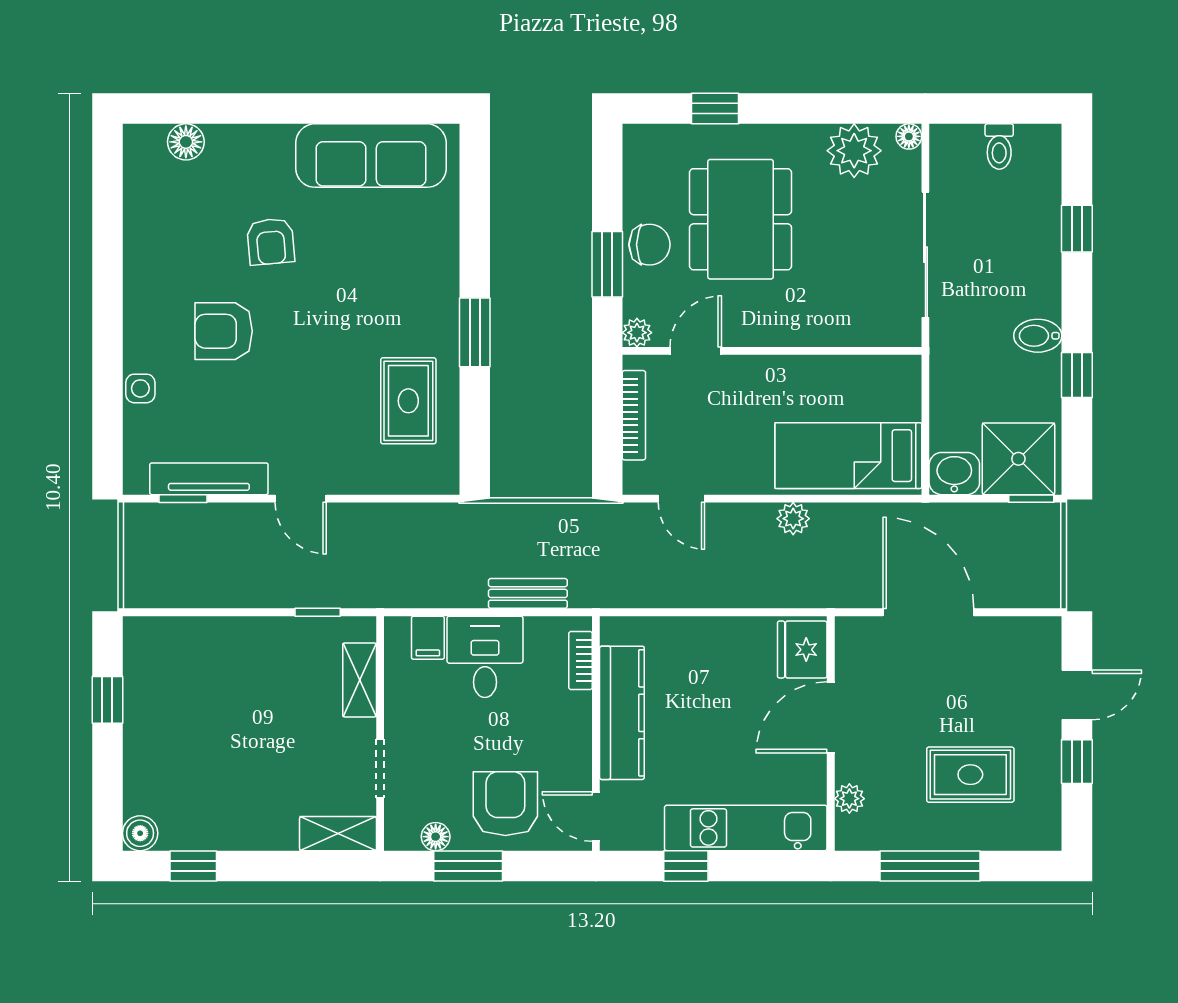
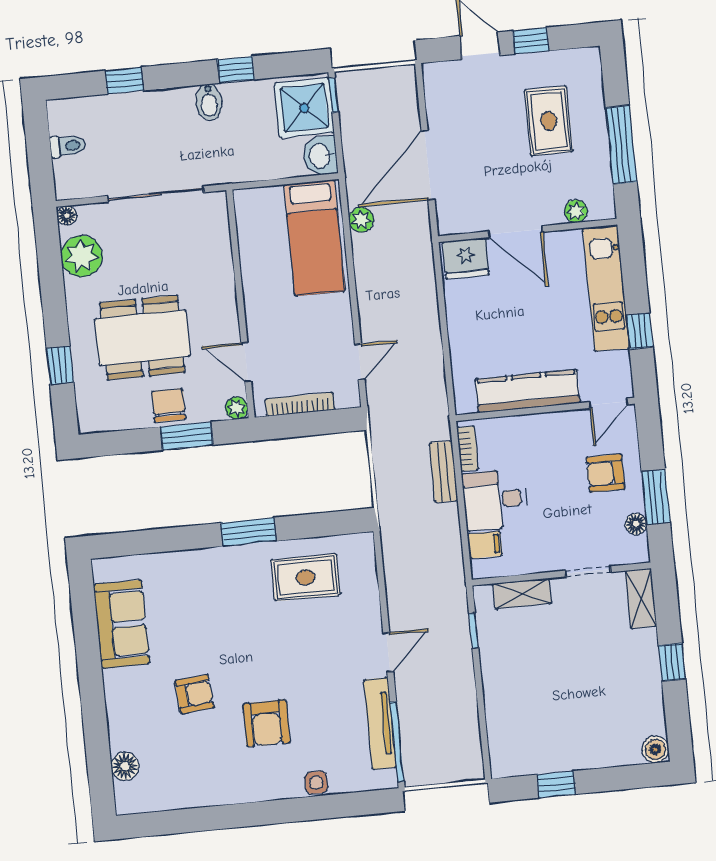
sofa: (371, 156) -> (122, 624), width x0.73
window: (183, 499) -> (397, 742), width x2.17
plant: (793, 519) -> (361, 220), moved
bookcase: (580, 661) -> (468, 449), moved, turned -90
armchair: (505, 804) -> (605, 473), width x0.72, depth x0.72
window: (193, 866) -> (672, 662), moved

